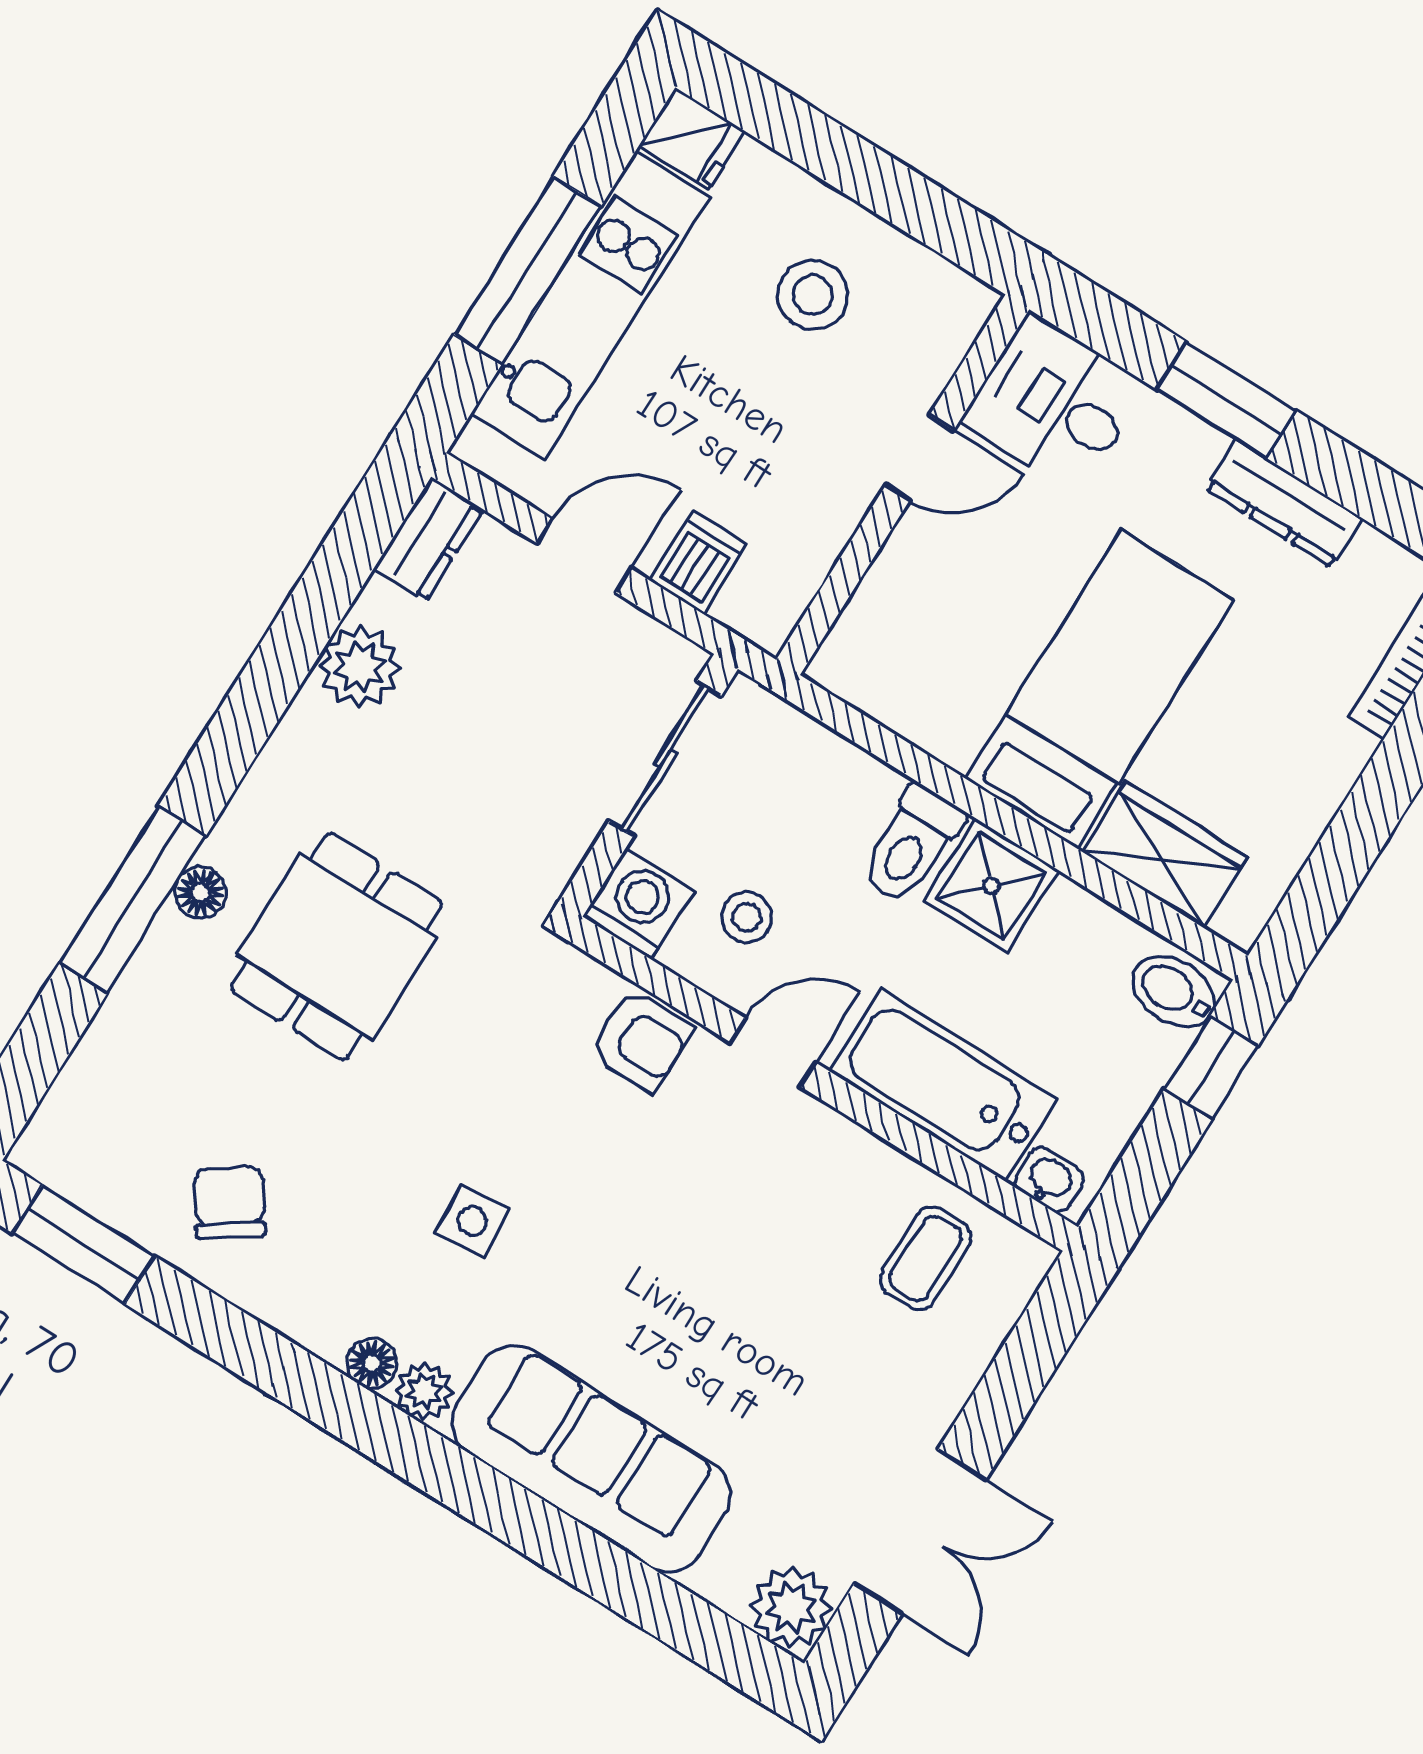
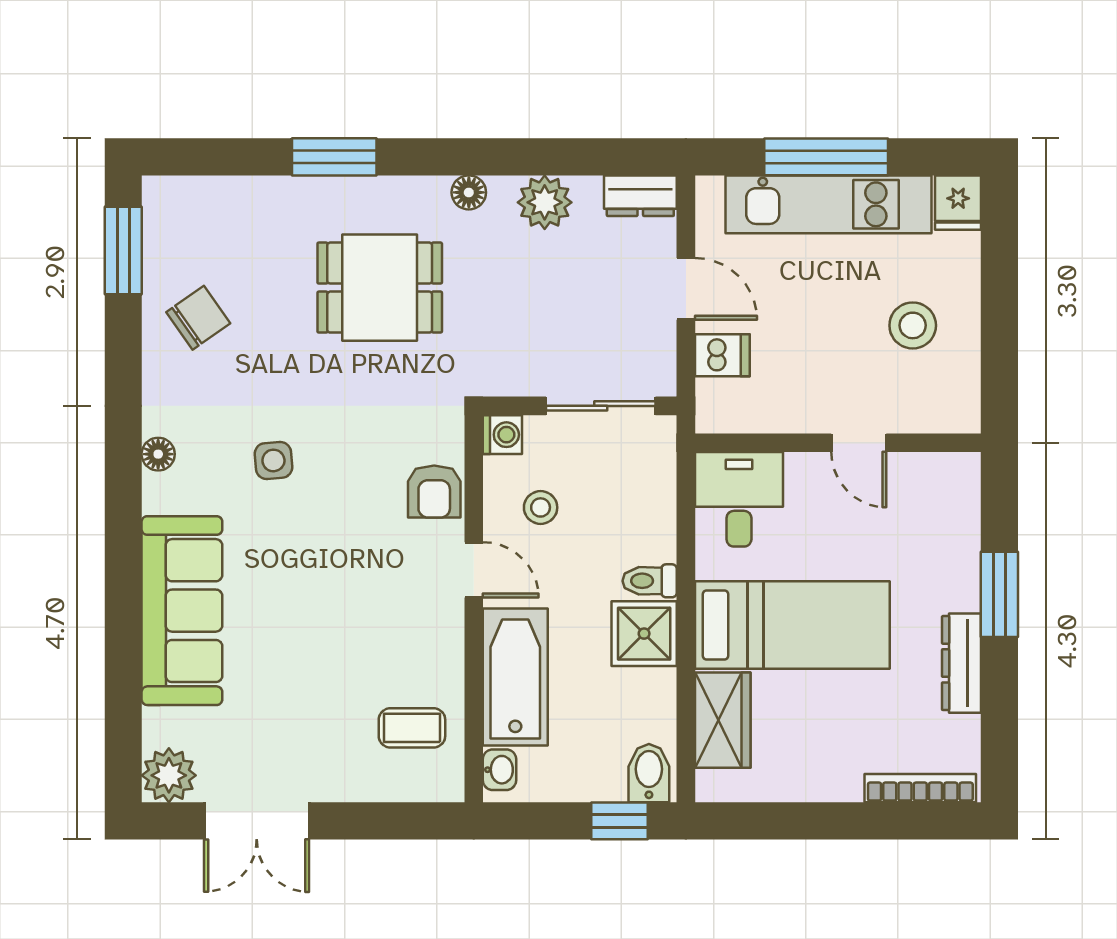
desk: (1055, 403) -> (739, 499), moved
toilet: (912, 845) -> (650, 581), width x0.73, depth x0.72
floor lamp: (201, 892) -> (469, 192), moved
window: (133, 899) -> (334, 157), width x0.69
washing machine: (638, 904) -> (502, 435), width x0.73, depth x0.73
plant: (424, 1391) -> (161, 493), removed

